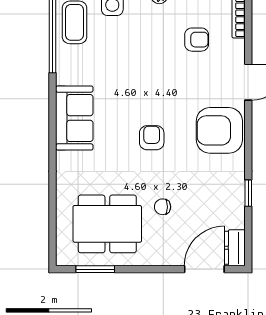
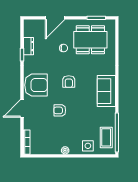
armchair: (197, 40) -> (60, 110), moved
dresser: (235, 248) -> (29, 46), moved
door: (204, 269) -> (55, 18), moved

